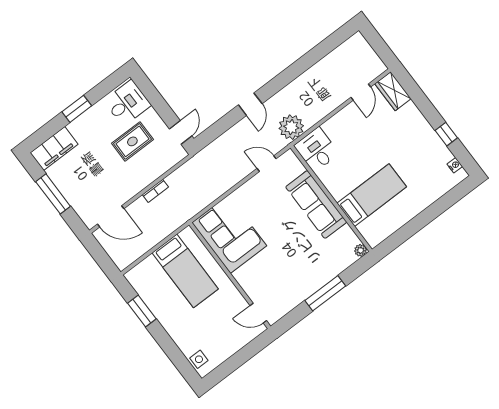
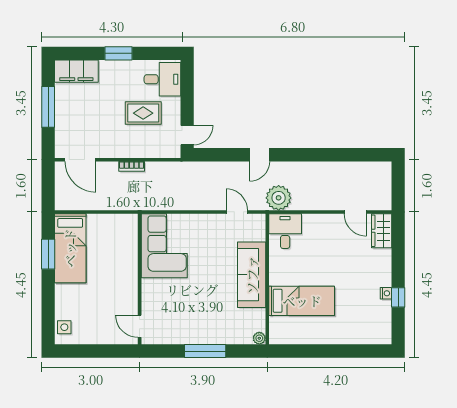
door: (361, 92) -> (355, 212), hinge flipped
nightstand: (455, 165) -> (386, 293), moved
bed: (185, 271) -> (70, 248), moved

